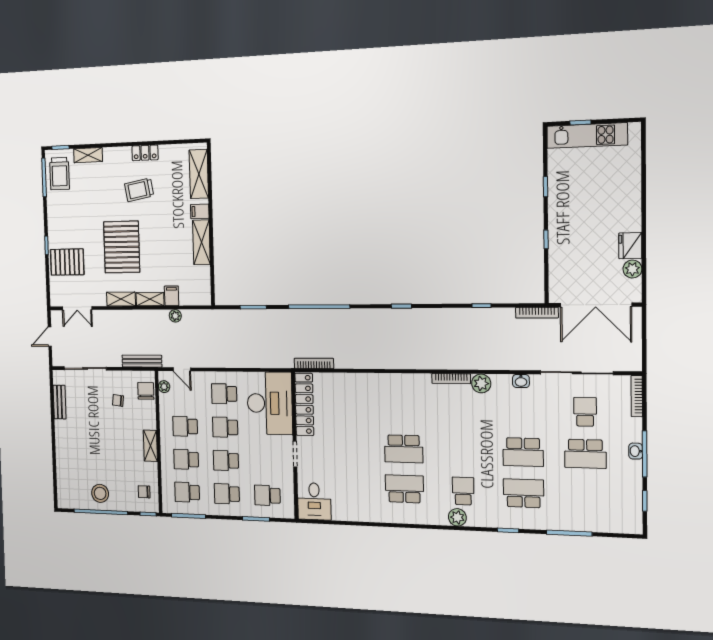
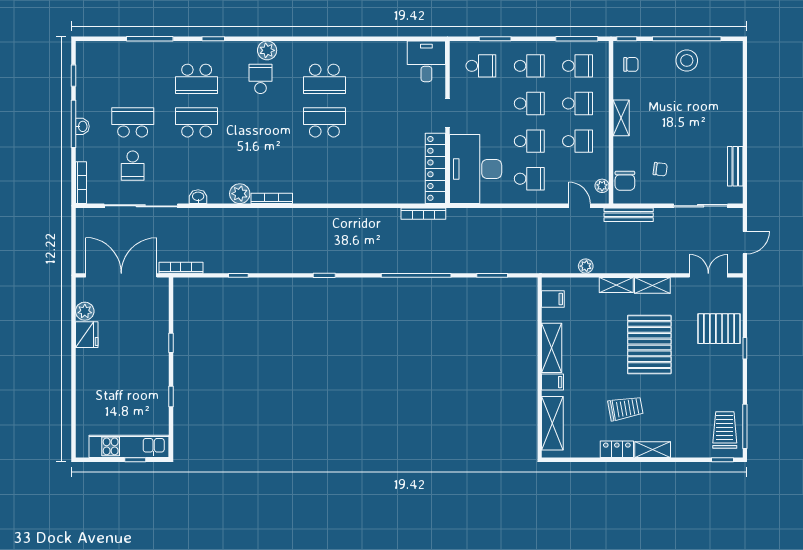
shelving: (88, 155) -> (653, 450), moved
filing cabinet: (172, 296) -> (553, 299), moved, turned -90
school desk: (463, 491) -> (261, 79), turned 180

